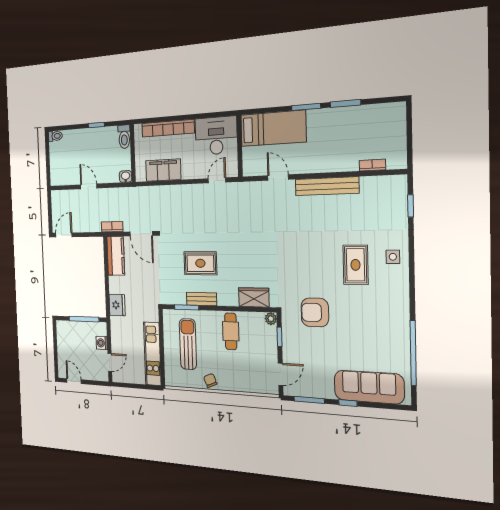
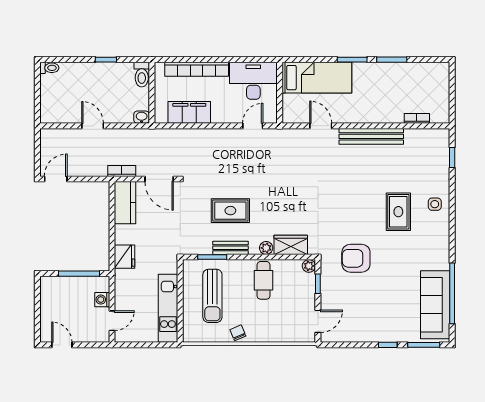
plant: (232, 300) -> (266, 248), added
sun lounger: (188, 344) -> (212, 296), turned 180
sofa: (369, 387) -> (435, 305), moved, turned -90
window: (309, 400) -> (424, 345), moved

